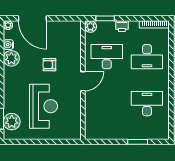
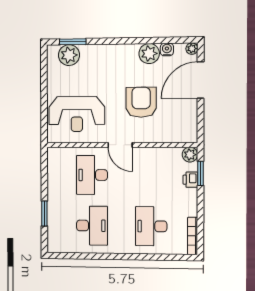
printer: (122, 26) -> (190, 180), moved
desk: (107, 57) -> (92, 175), moved, turned 180
armchair: (49, 65) -> (141, 102), width x1.88, depth x1.88
reception desk: (43, 106) -> (77, 114), moved

